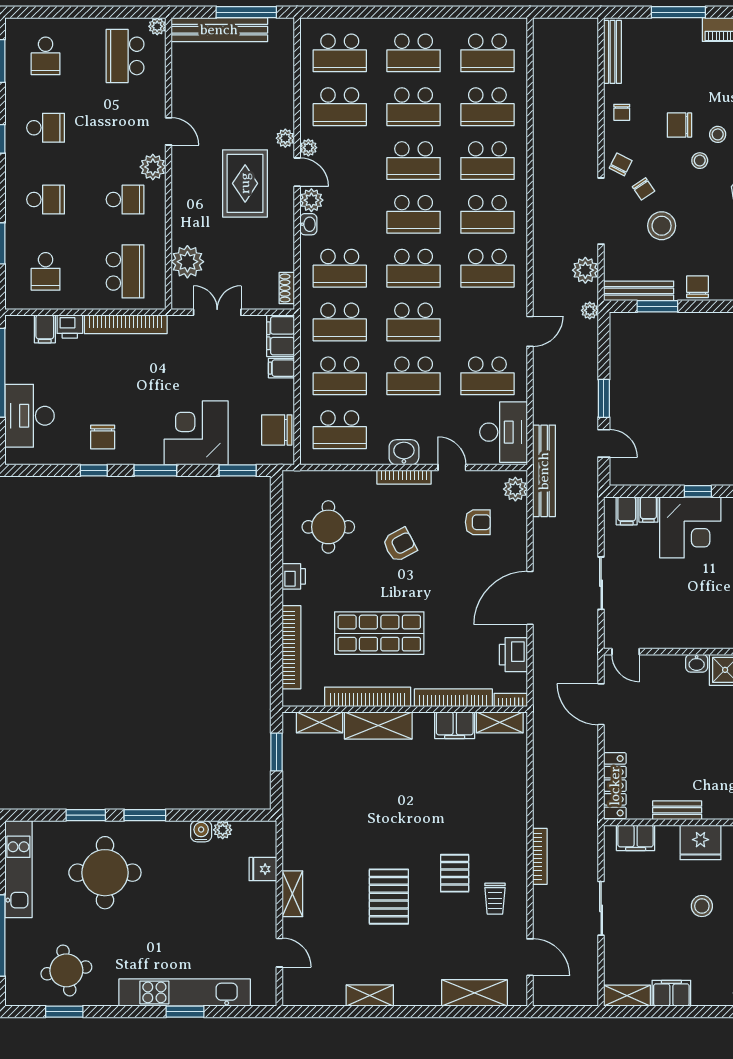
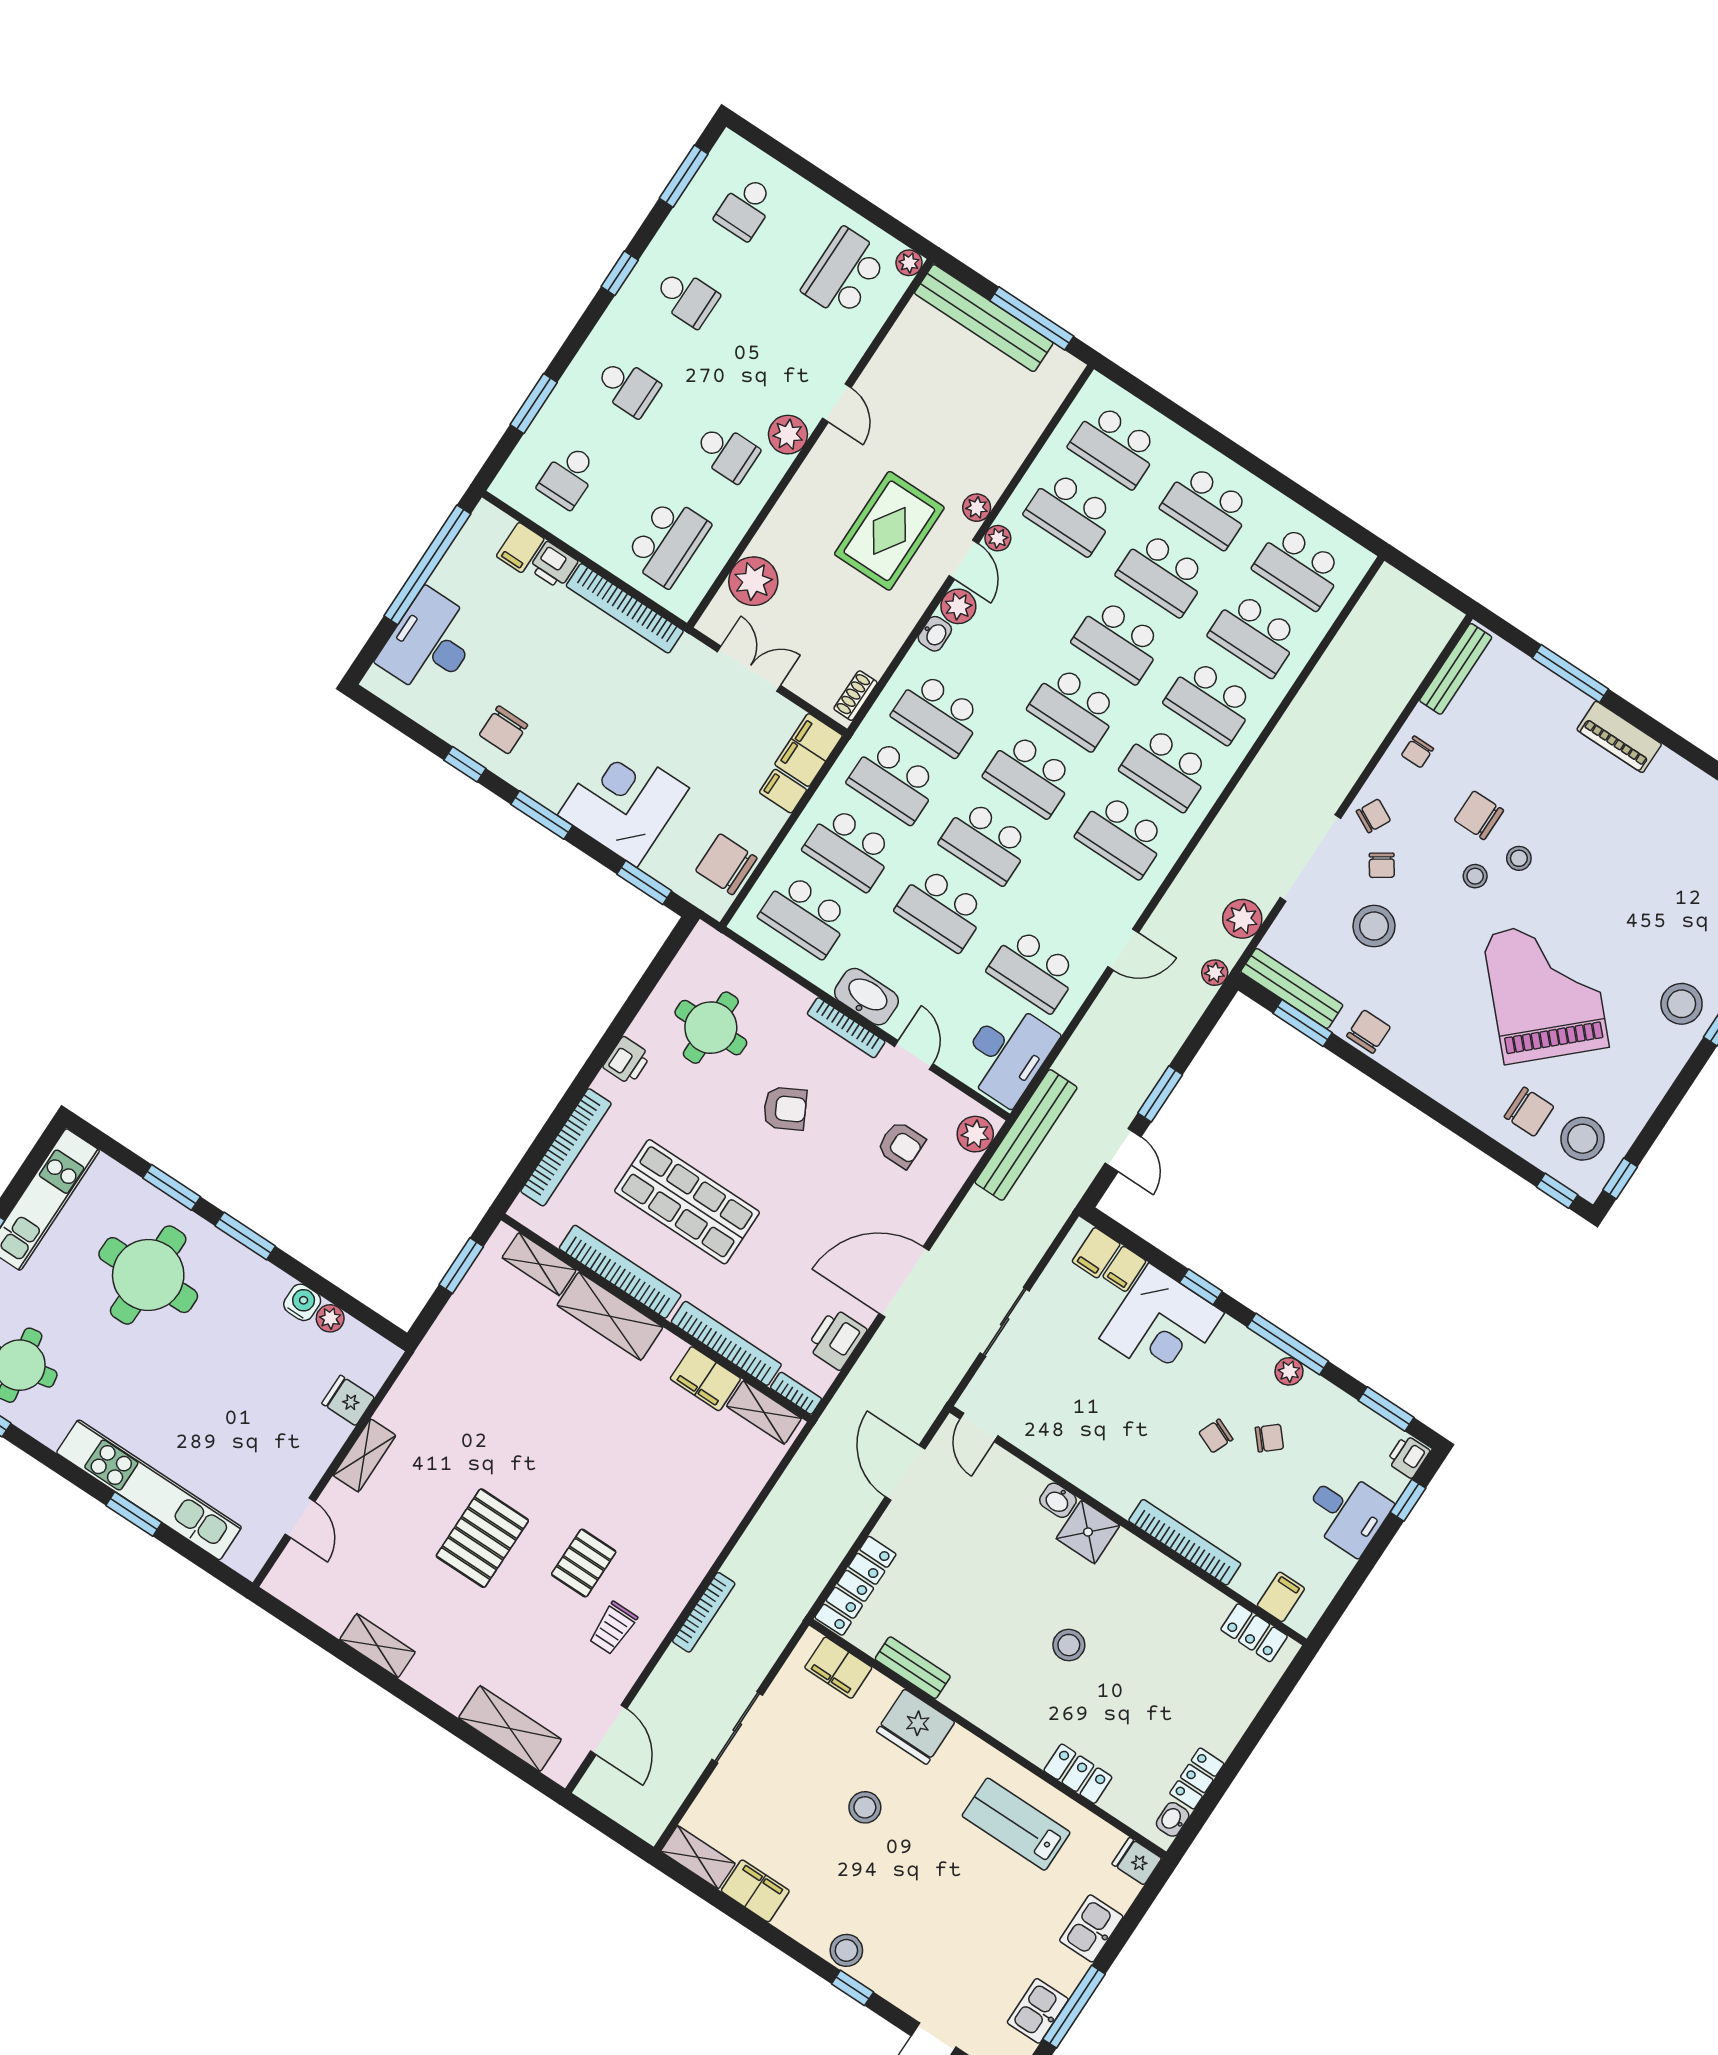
washbasin: (404, 452) -> (866, 997), width x1.38

